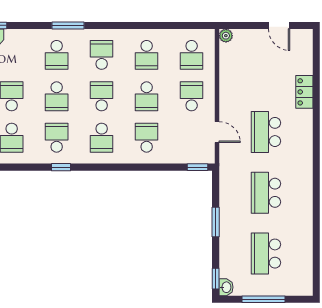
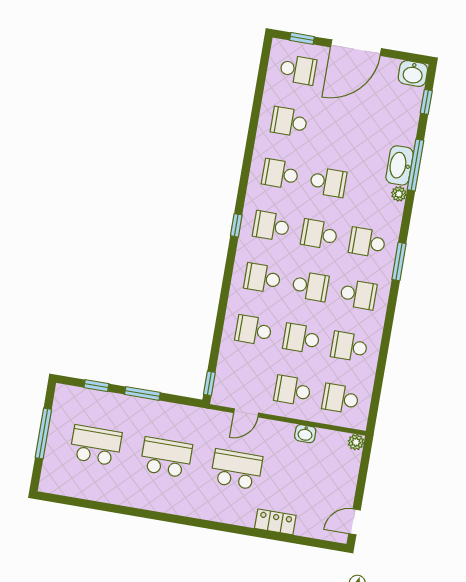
door: (279, 25) -> (354, 522), moved
plant: (11, 35) -> (399, 194), added
school desk: (192, 96) -> (293, 390), turned 180
school desk: (57, 138) -> (271, 226), turned 180
school desk: (147, 138) -> (253, 330), turned 180
window: (216, 279) -> (96, 386), moved
washbasin: (226, 287) -> (305, 434), moved

